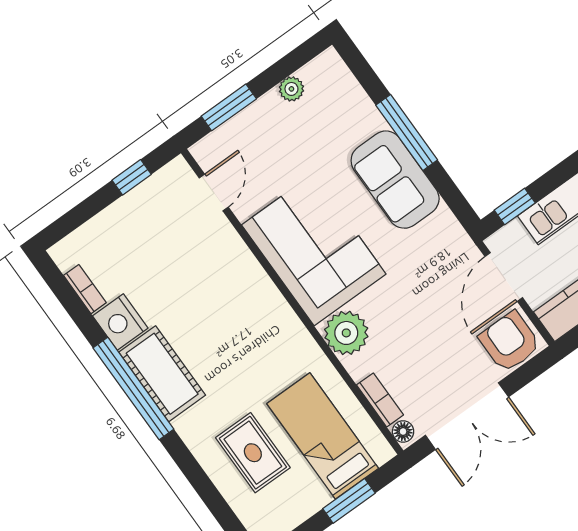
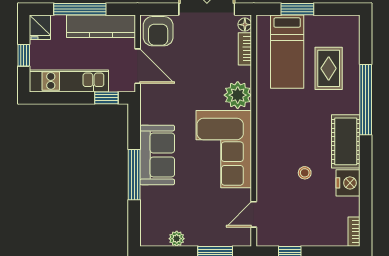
door: (504, 277) -> (138, 66), hinge flipped
bookcase: (85, 289) -> (354, 232), moved
stool: (186, 294) -> (305, 173), added
window: (133, 388) -> (366, 100), moved

